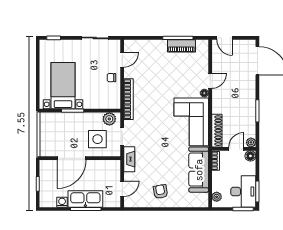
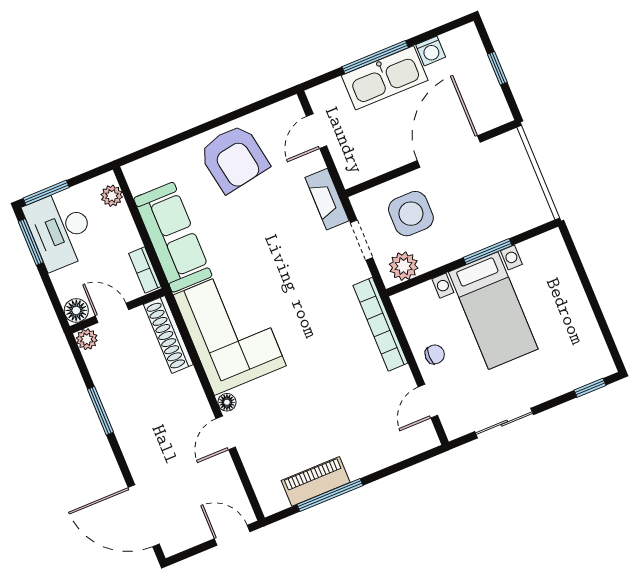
bed with nightstands: (63, 86) -> (493, 311), moved
door: (236, 149) -> (112, 313), swing flipped
armchair: (160, 192) -> (234, 158), width x1.88, depth x1.88

